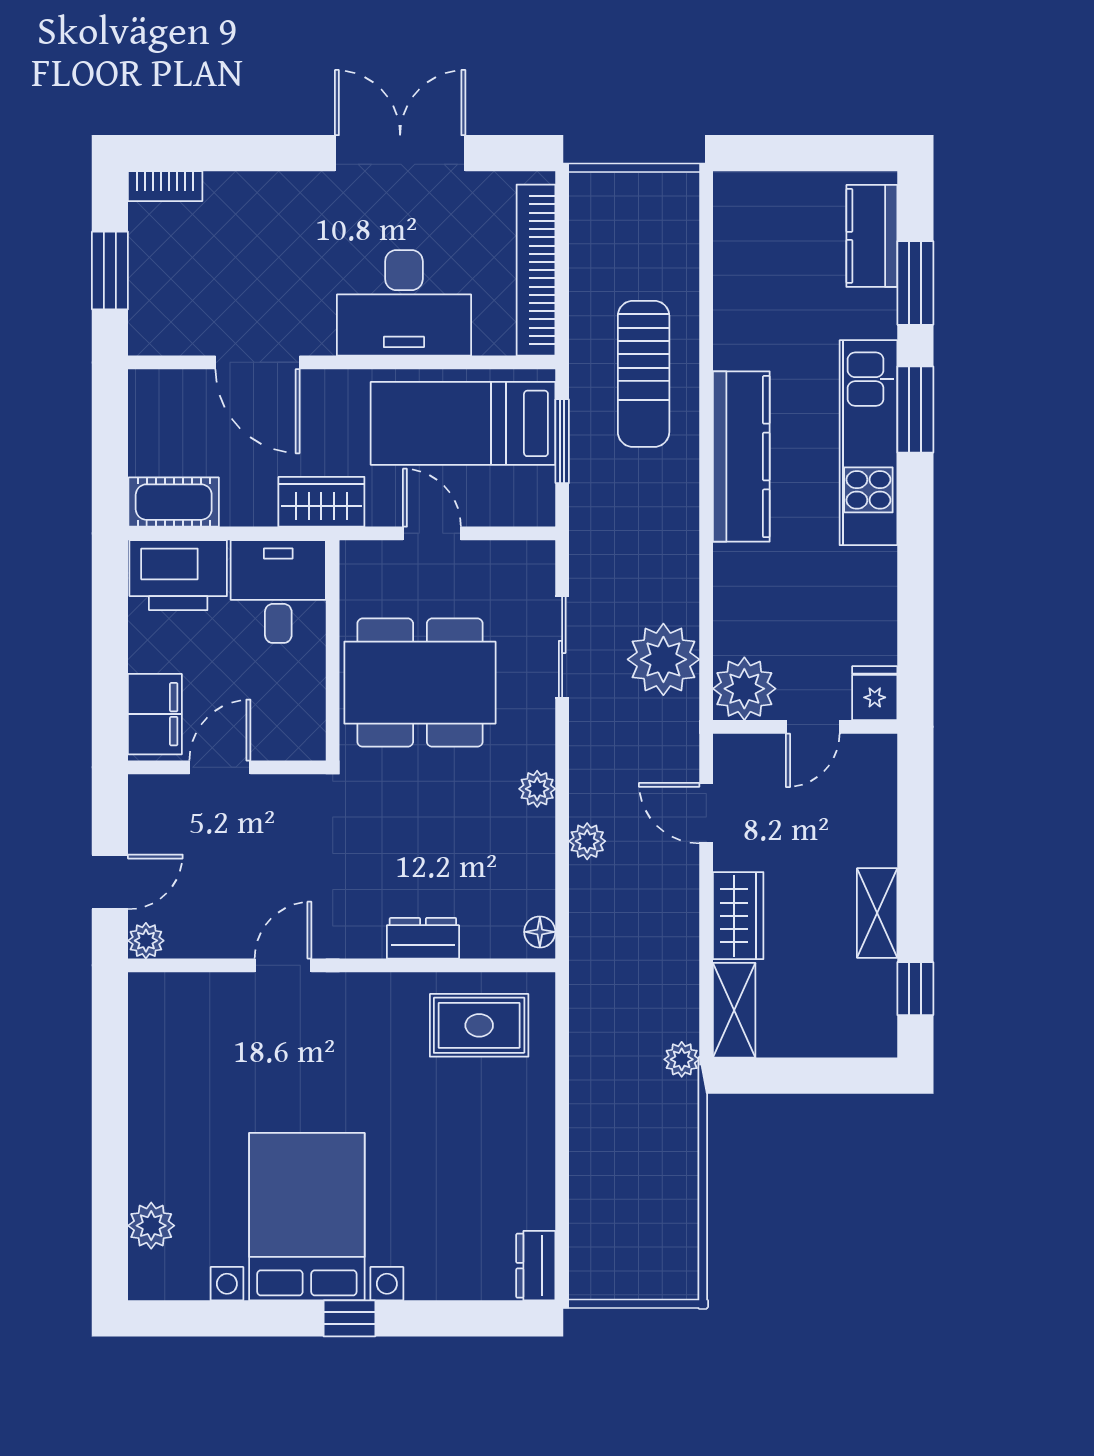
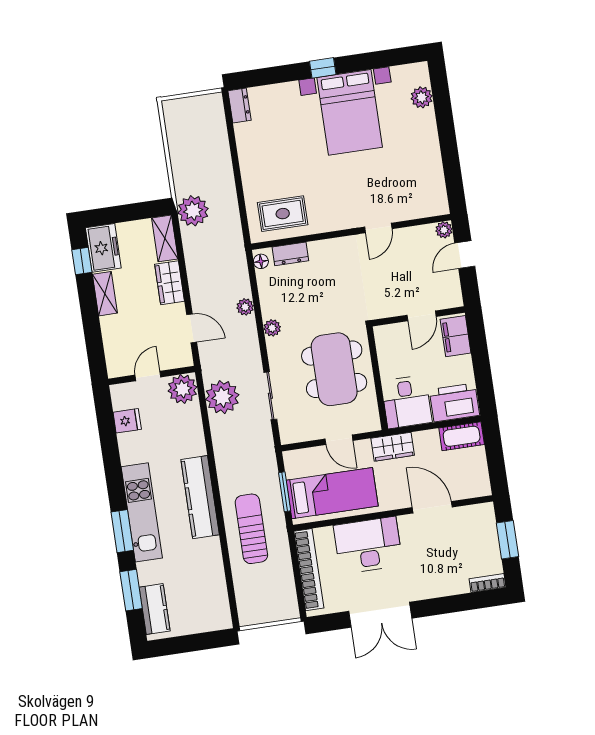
dining table: (420, 683) -> (334, 369), turned 90
fridge: (875, 693) -> (127, 421), moved, turned -90
dresser: (423, 938) -> (290, 254), moved
freezer: (866, 1010) -> (103, 248), added
plant: (682, 1059) -> (193, 211), width x1.88, depth x1.88

